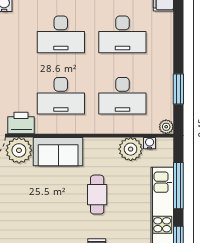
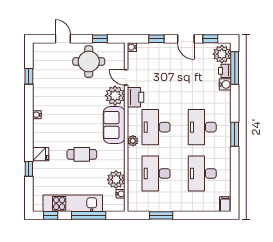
plant: (166, 127) -> (133, 141), moved

